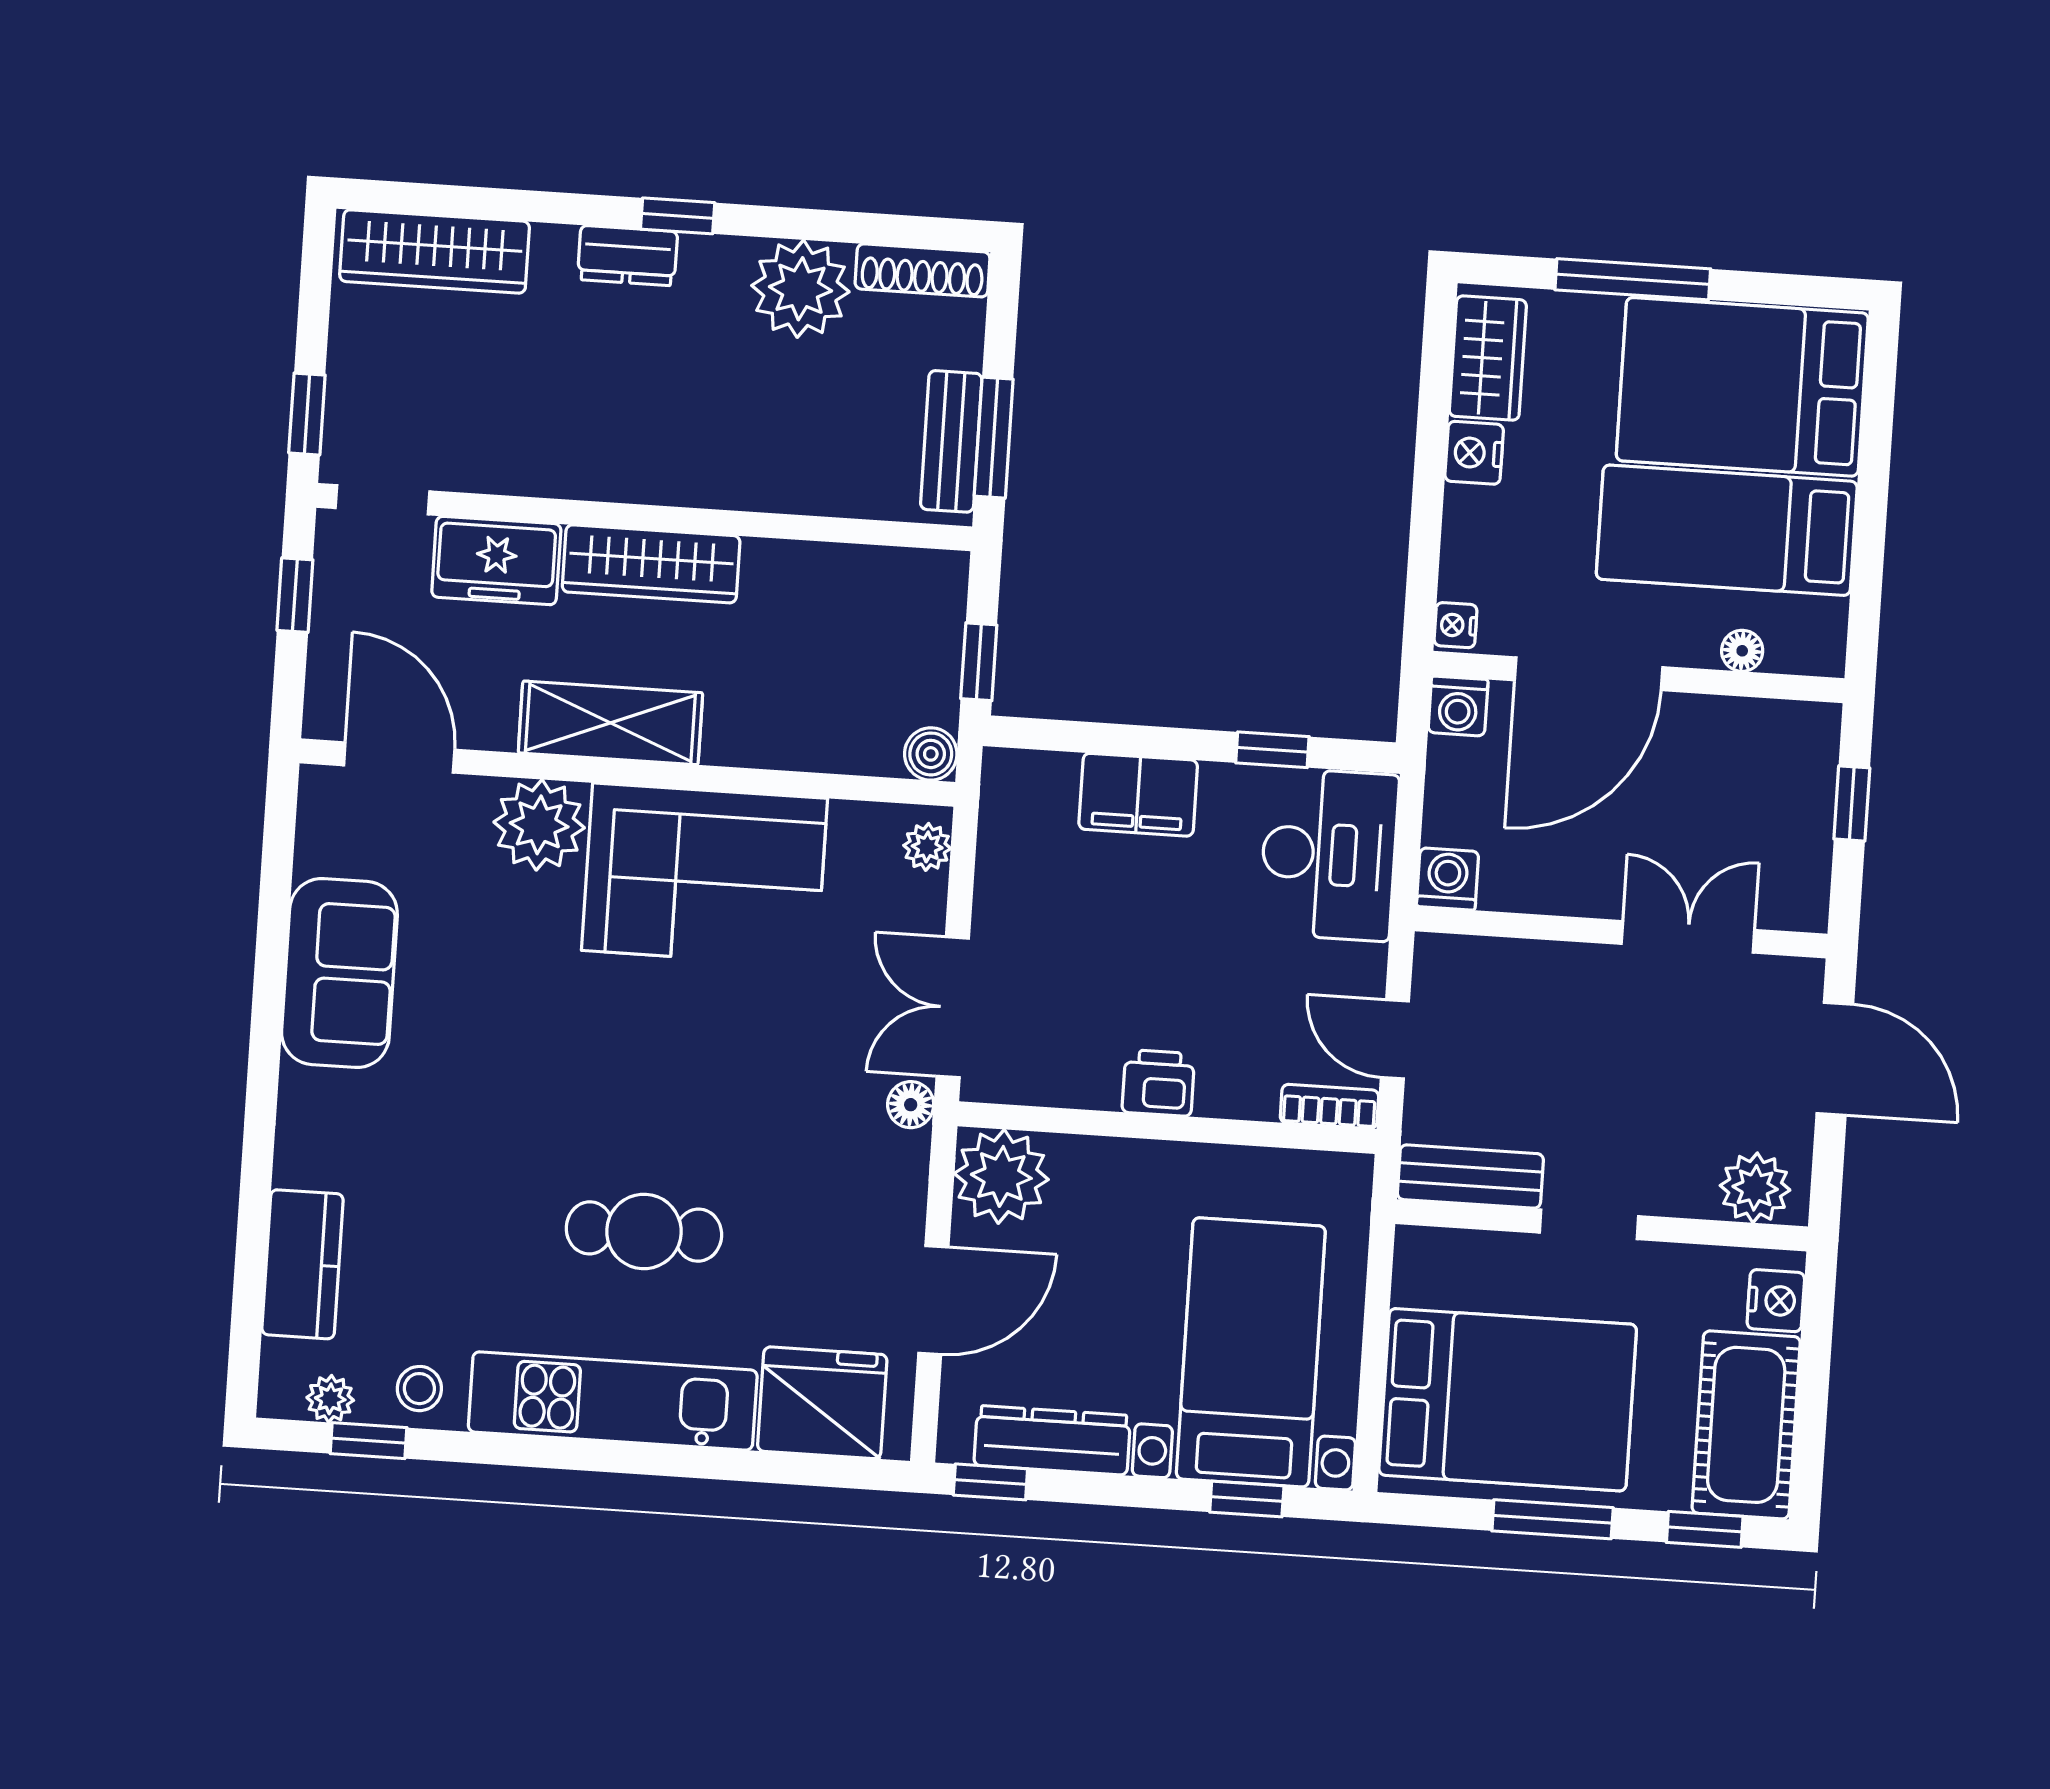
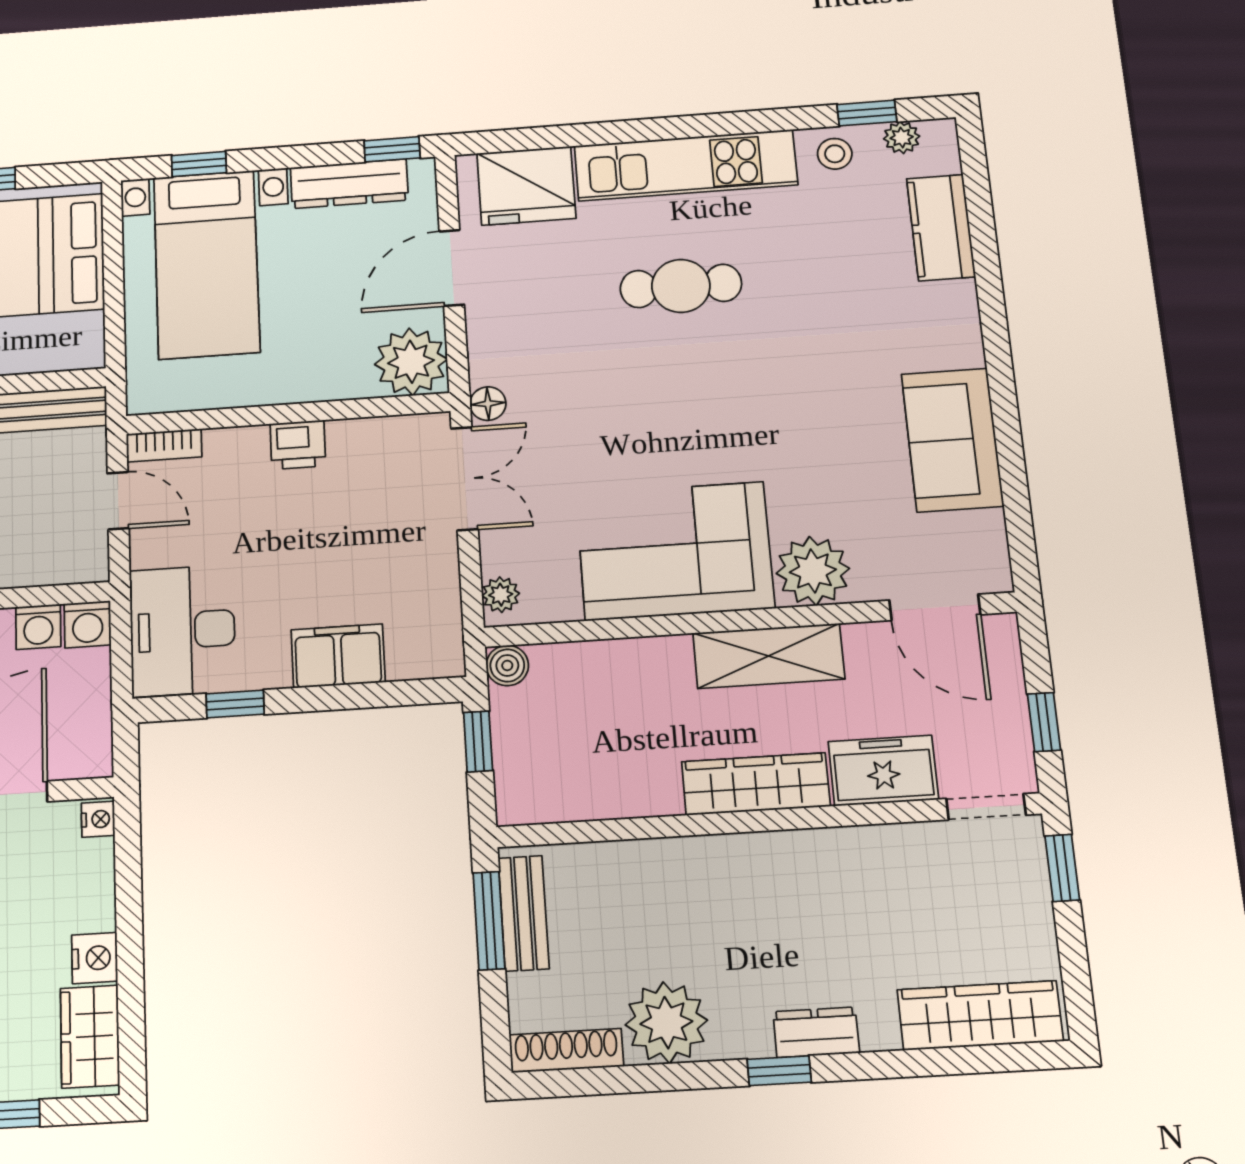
washing machine: (1458, 706) -> (38, 627), moved, turned 180

